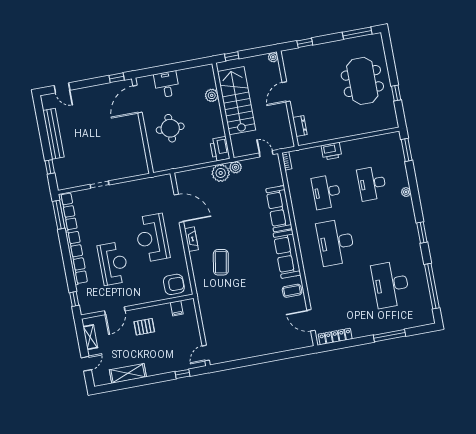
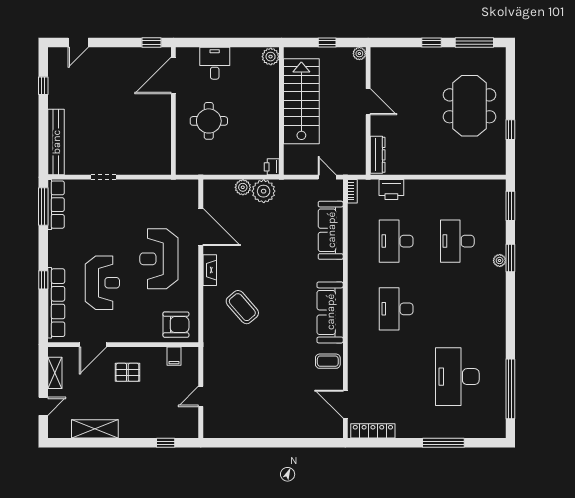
window: (305, 43) -> (432, 43), moved
window: (232, 56) -> (327, 43), moved
door: (62, 88) -> (78, 43), hinge flipped
door: (286, 92) -> (368, 102), swing flipped
plant: (212, 95) -> (271, 57), moved
dresser: (300, 126) -> (378, 155), width x1.44
bench: (53, 134) -> (56, 142), moved
printer: (220, 149) -> (272, 167), width x0.53, depth x0.68
printer: (331, 151) -> (391, 190), moved
window: (50, 167) -> (43, 86), moved
plant: (236, 167) -> (243, 187), moved
sofa: (279, 209) -> (331, 230), moved
window: (422, 232) -> (510, 258), moved
desk: (336, 242) -> (396, 309), width x0.73, depth x0.77
row of seats: (77, 258) -> (56, 303), moved
coffee table: (221, 262) -> (242, 307), turned -51
window: (74, 299) -> (43, 280), moved
door: (206, 353) -> (201, 396), moved

